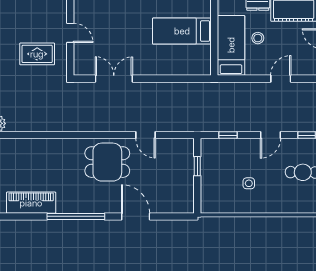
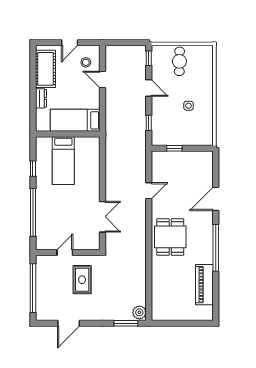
stool: (258, 38) -> (86, 62), moved
double door: (114, 79) -> (102, 217), swing flipped
dining table: (107, 162) -> (170, 237), moved

